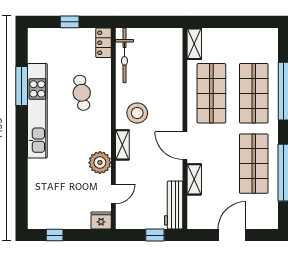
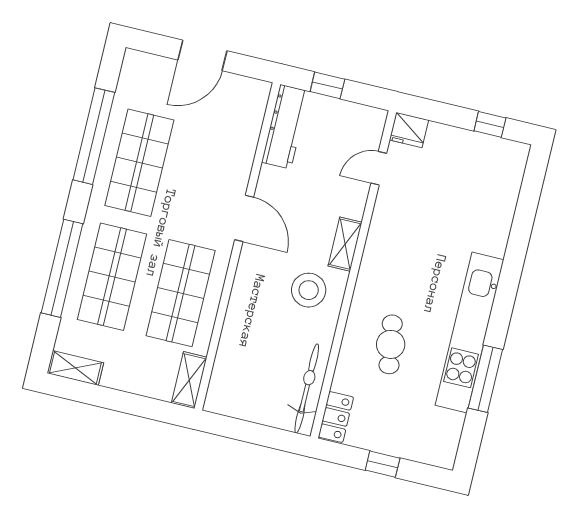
plant: (100, 163) -> (388, 224), removed
shelving: (194, 179) -> (75, 368), moved, turned 90

